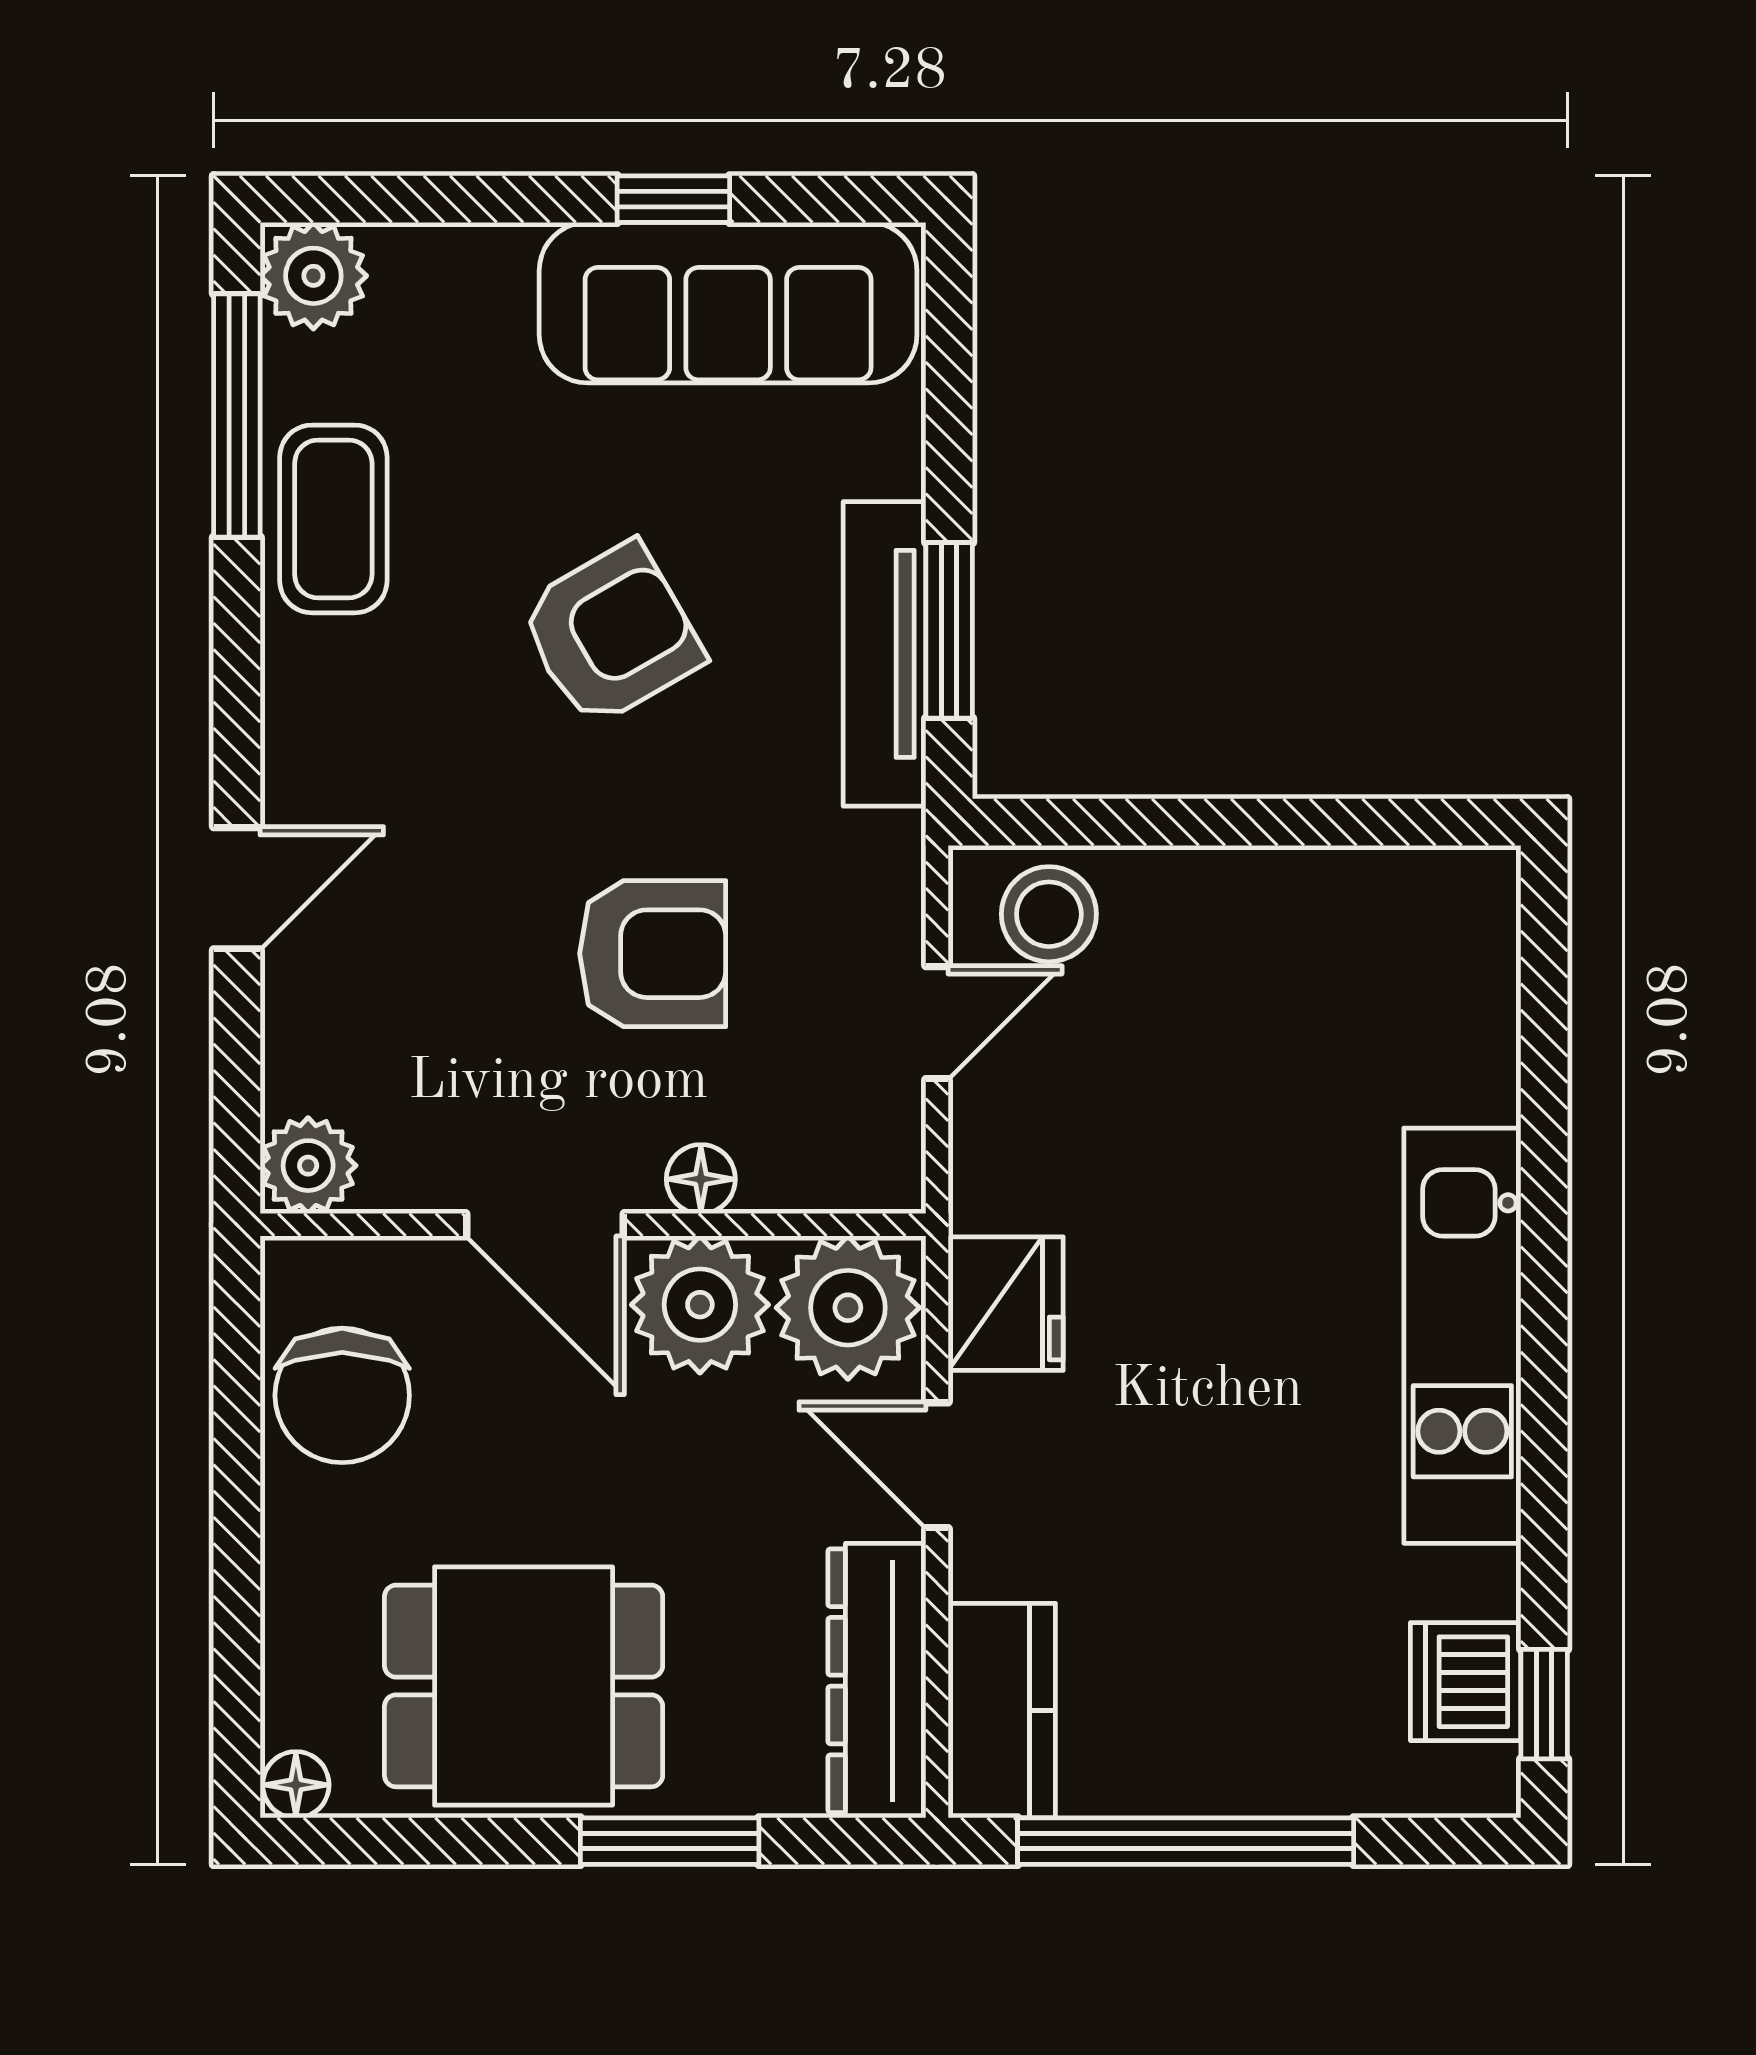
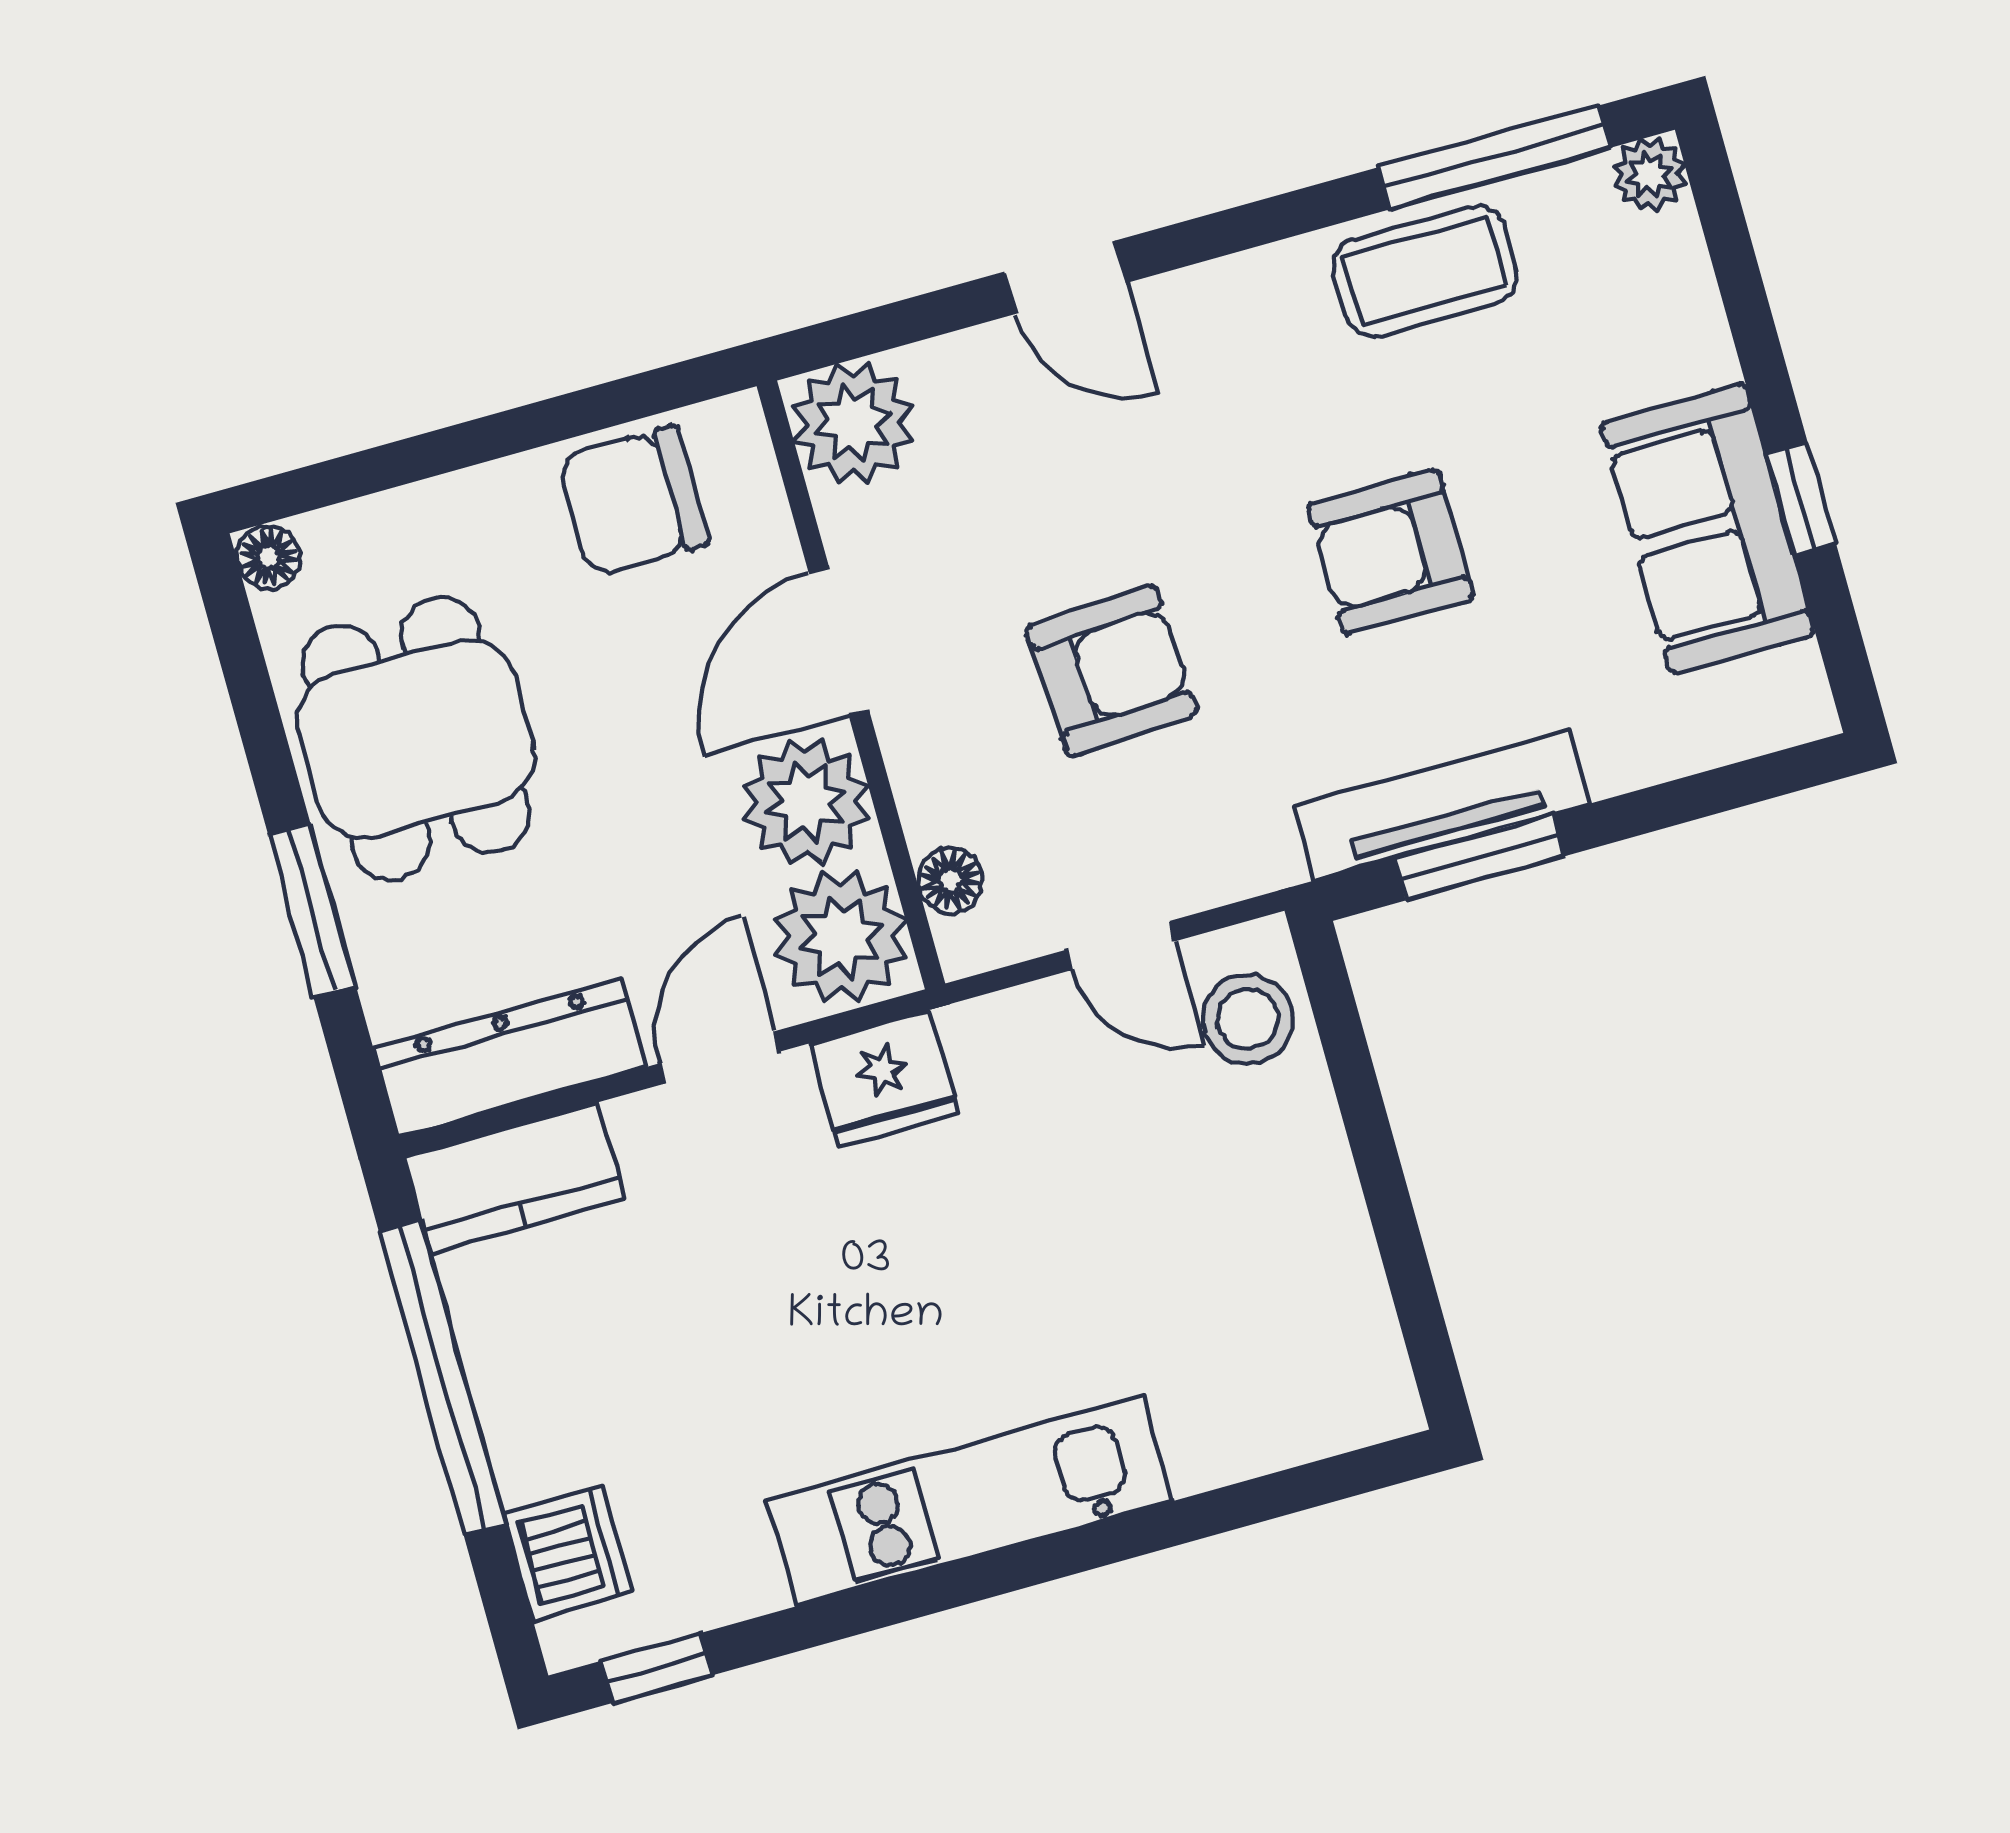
plant: (313, 276) -> (1650, 175), width x0.73, depth x0.73
sofa: (728, 303) -> (1708, 529), width x0.73
armchair: (611, 634) -> (1391, 552), turned 120
armchair: (653, 954) -> (1112, 670), turned -93
plant: (308, 1166) -> (853, 423), width x1.36, depth x1.36
floor lamp: (701, 1179) -> (950, 880), moved
dishwasher: (1466, 1682) -> (568, 1553), moved, turned 90

